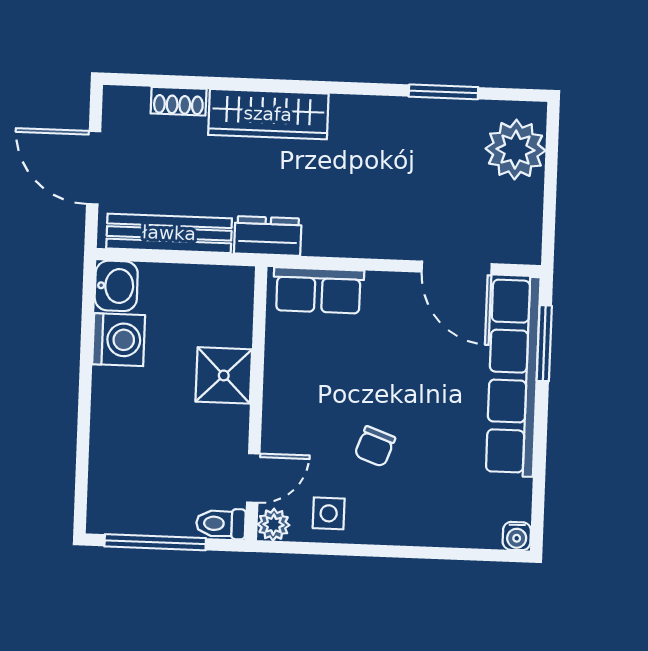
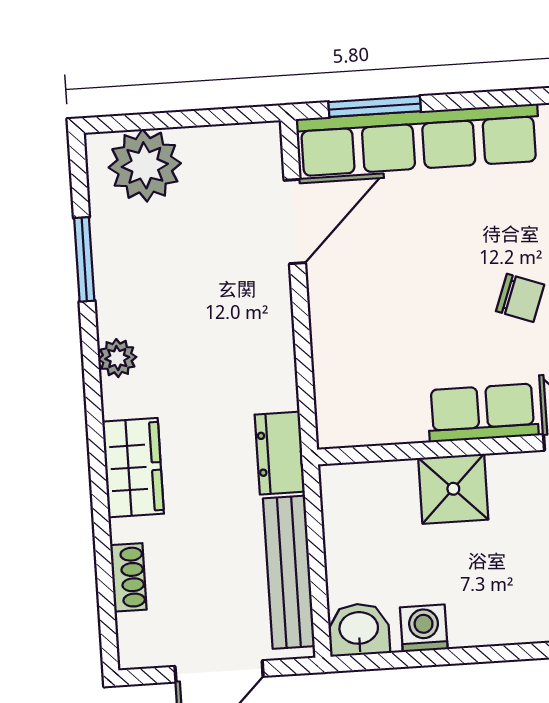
plant: (360, 111) -> (117, 358), added
wardrobe: (268, 114) -> (133, 468), width x0.67
row of seats: (318, 290) -> (483, 413), moved, turned -90
washing machine: (119, 340) -> (424, 628), width x0.73, depth x0.73

